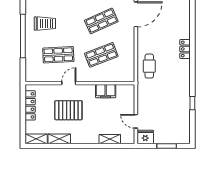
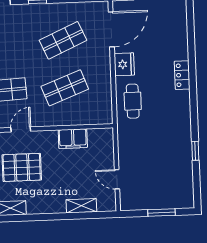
fridge: (145, 137) -> (124, 64), moved, turned 90

